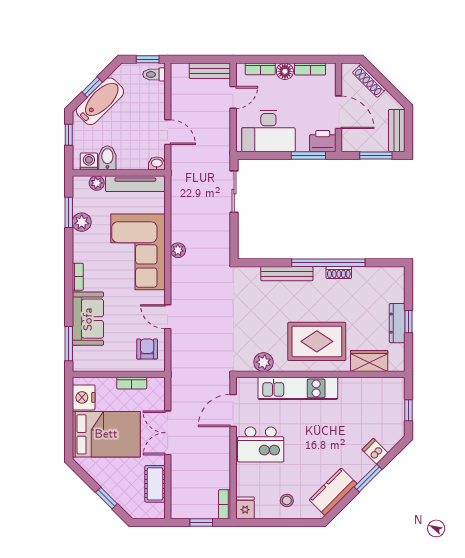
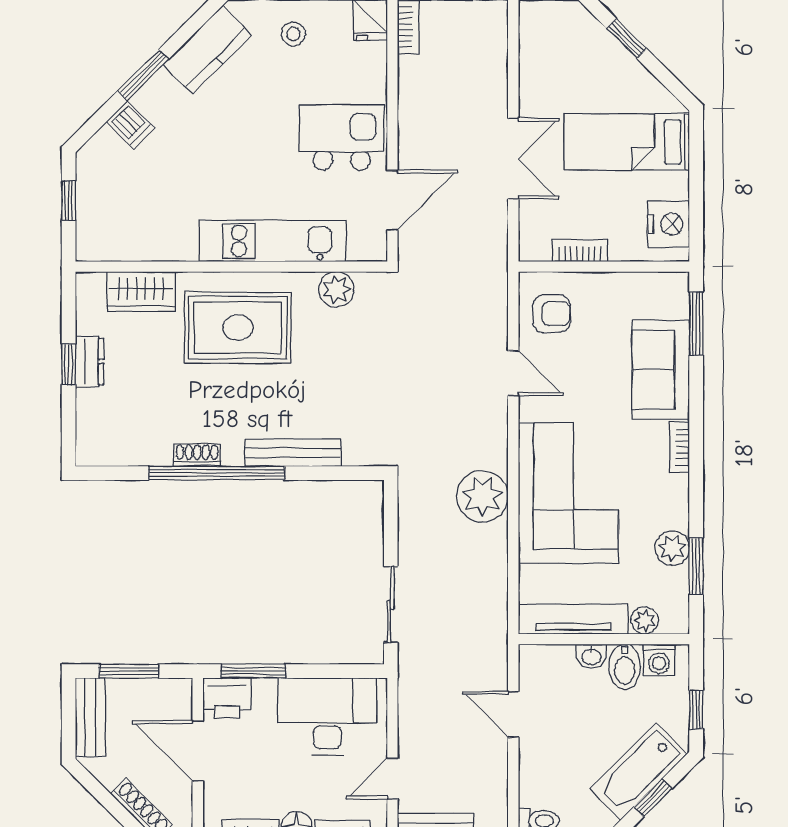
washbasin: (157, 163) -> (591, 656), moved
plant: (178, 250) -> (482, 496), width x1.88, depth x1.88
dresser: (397, 323) -> (89, 362), width x0.70
armchair: (147, 349) -> (551, 314), turned -90
bed: (106, 434) -> (627, 142), width x0.67
cot: (155, 484) -> (537, 65), removed

